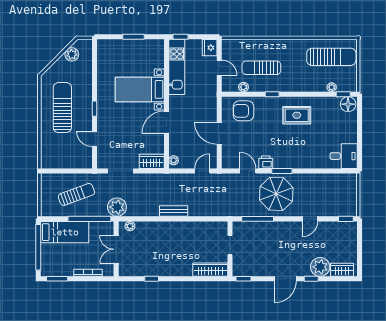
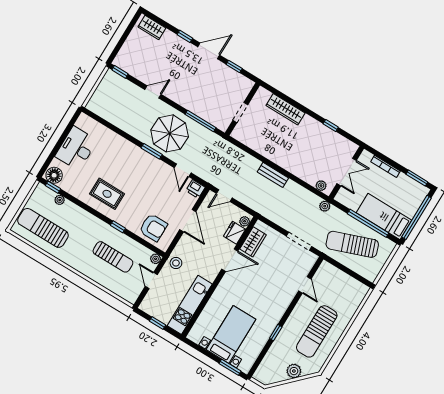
window: (133, 37) -> (230, 367), moved
window: (180, 37) -> (157, 323), moved
fridge: (210, 48) -> (235, 233), moved, turned 180
plant: (72, 54) -> (294, 371), moved
plant: (243, 87) -> (156, 259), moved
bed with nightstands: (140, 89) -> (231, 334), moved, turned -90
stool: (208, 94) -> (176, 263), added
window: (95, 109) -> (276, 333), moved
desk: (344, 156) -> (76, 148), moved, width x1.37
wardrobe: (152, 161) -> (253, 242), moved, turned -90
printer: (266, 162) -> (195, 189), moved
sun lounger: (76, 194) -> (352, 244), width x1.36, depth x1.34
plant: (117, 207) -> (325, 206), width x0.53, depth x0.53
window: (89, 219) -> (368, 223), moved
plant: (320, 267) -> (170, 42), removed
wardrobe: (210, 270) -> (285, 109), moved
window: (243, 279) -> (234, 67), moved

